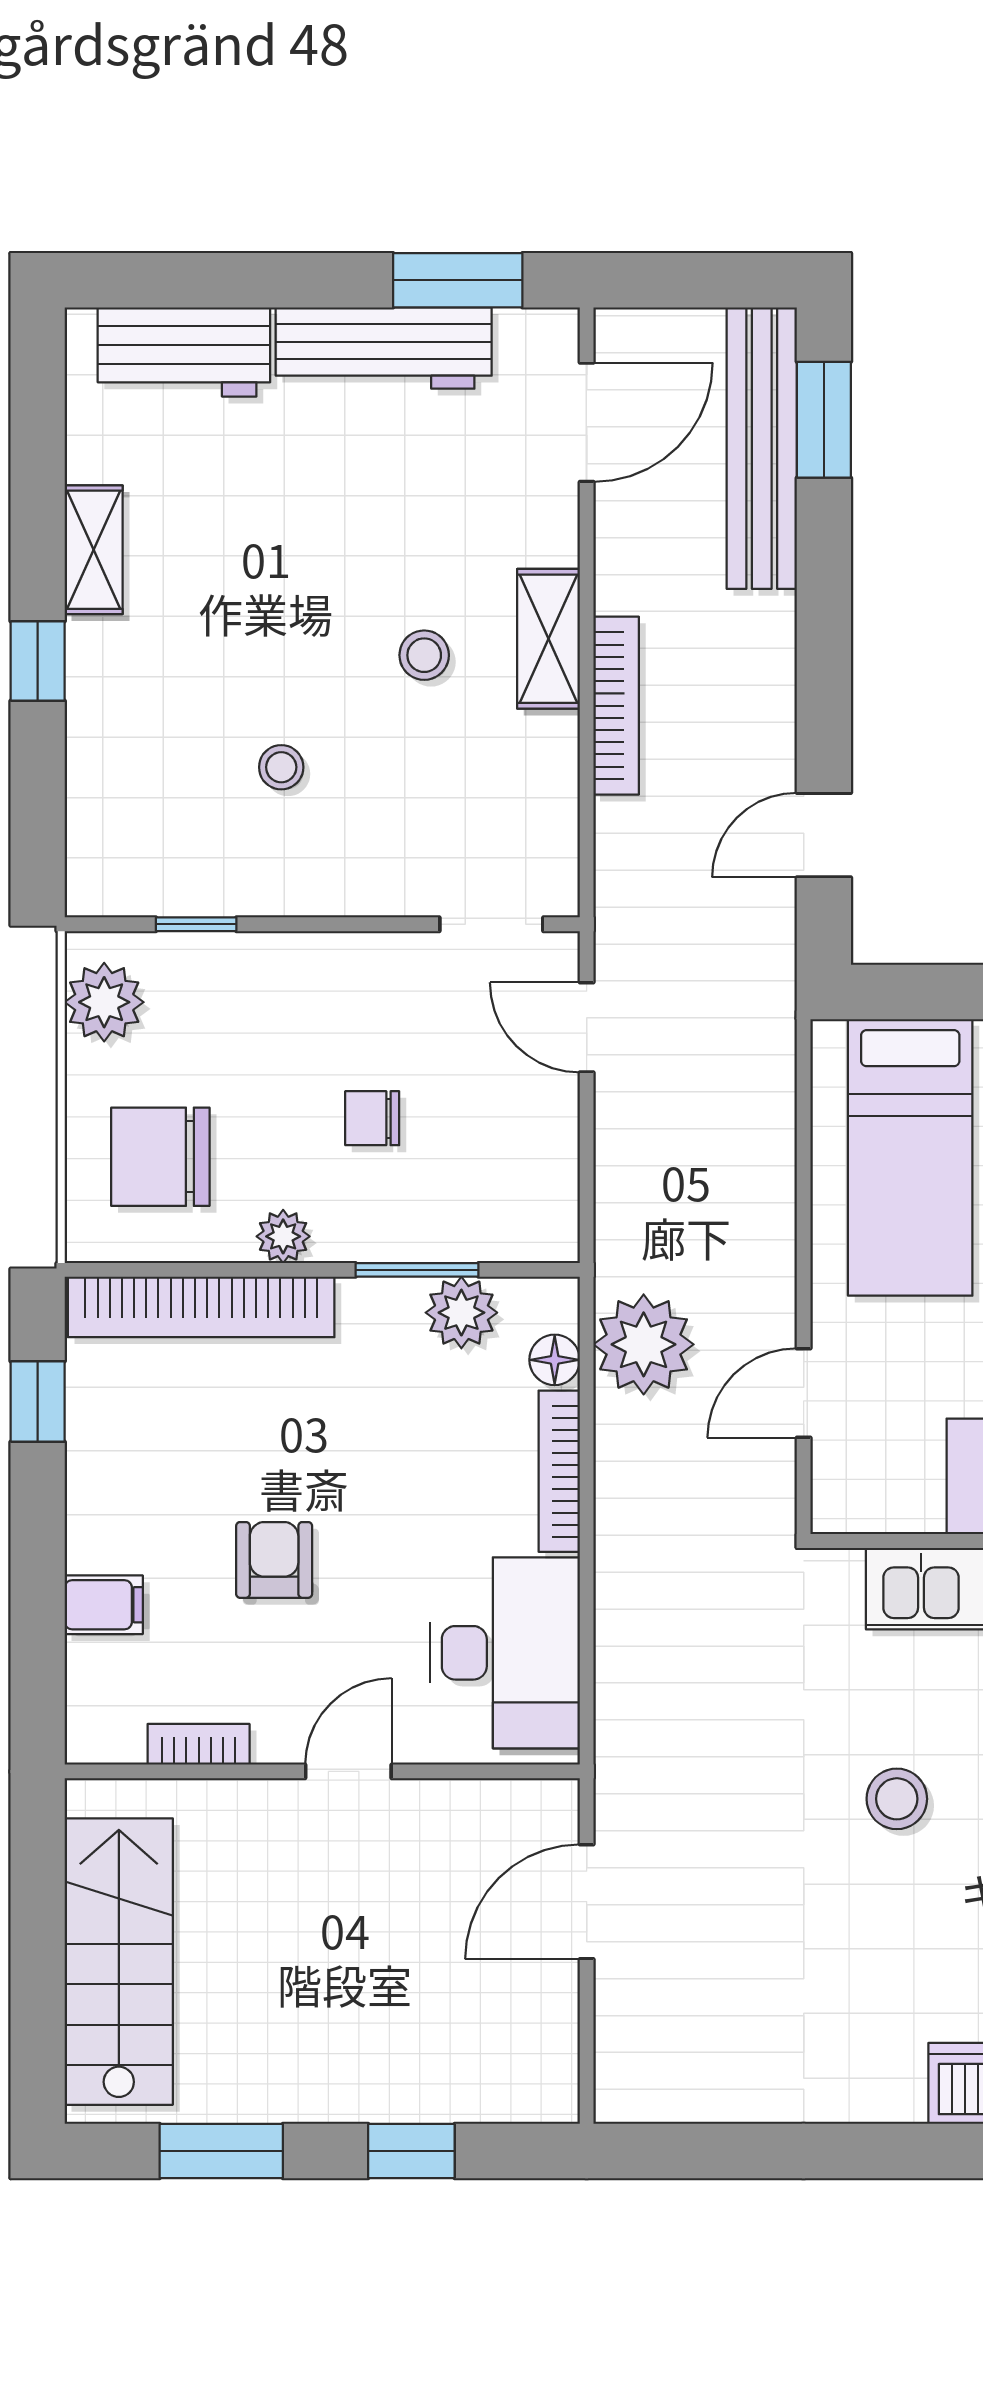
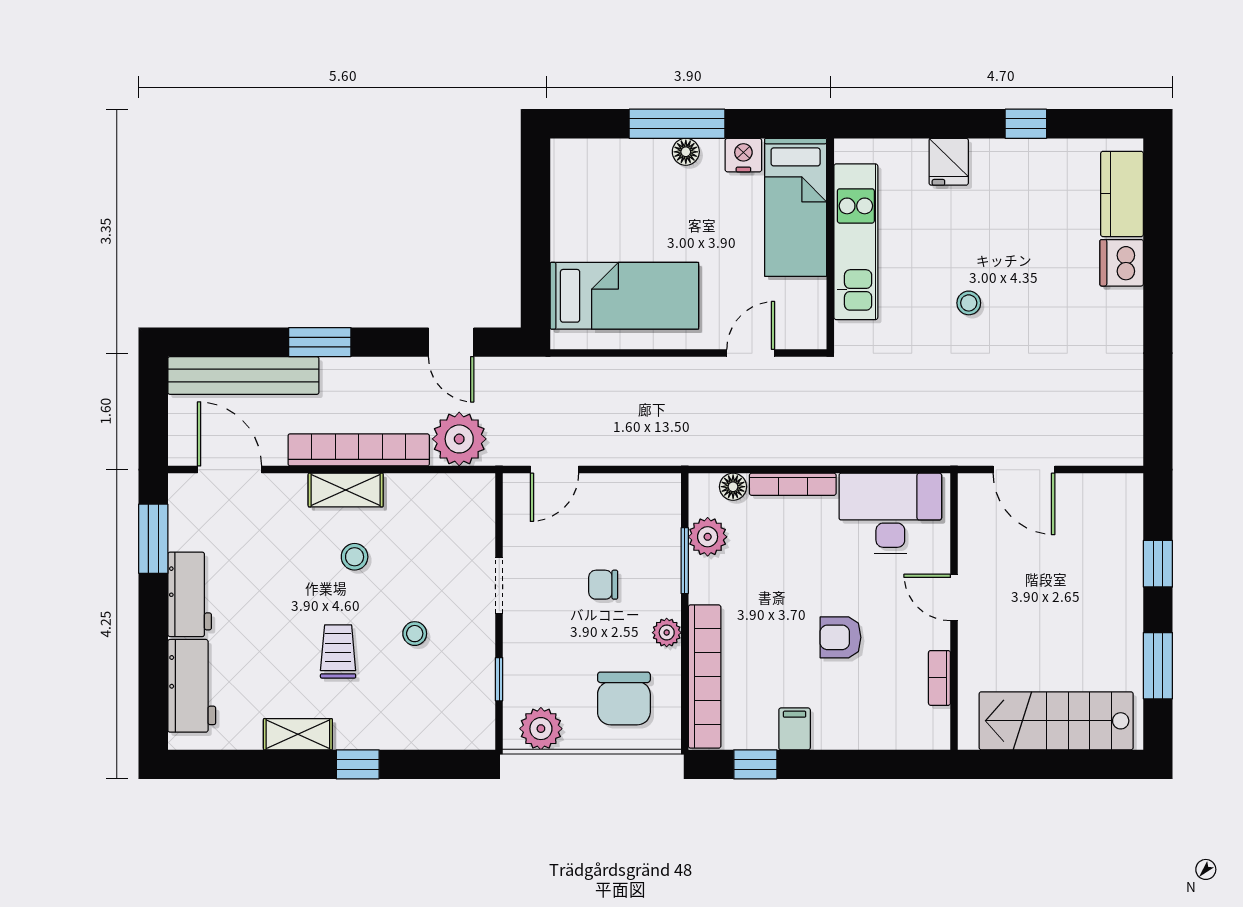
workbench: (384, 348) -> (190, 594), width x0.73
window: (824, 420) -> (320, 342), moved
trolley: (248, 625) -> (338, 651), added
bookcase: (616, 706) -> (359, 450), width x1.48, depth x1.31
doorway: (491, 924) -> (499, 586), moved
chair: (372, 1118) -> (603, 585), turned 90
plant: (644, 1344) -> (459, 439), moved
door: (804, 1393) -> (751, 353), swing flipped
filing cabinet: (104, 1605) -> (795, 729), moved
stool: (897, 1799) -> (969, 303), width x0.73, depth x0.73

